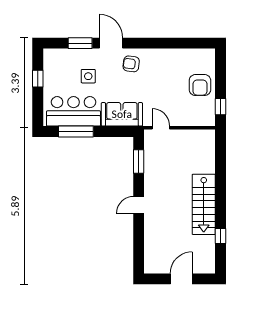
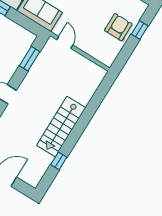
armchair: (200, 85) -> (118, 27), turned 180
window: (220, 107) -> (140, 30), moved

